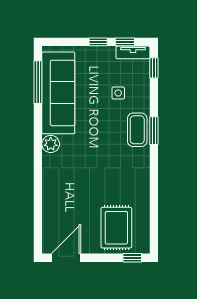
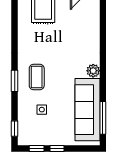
tv unit: (133, 52) -> (31, 141), removed
coffee table: (137, 130) -> (37, 77), moved

